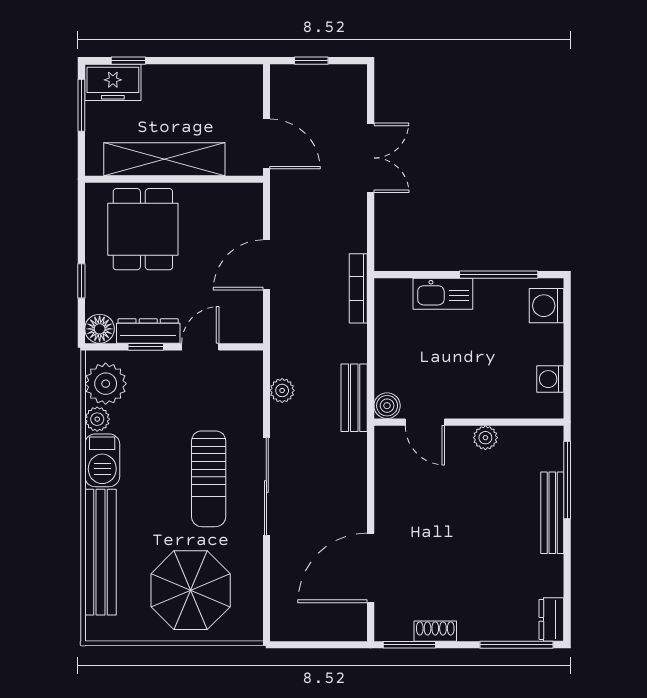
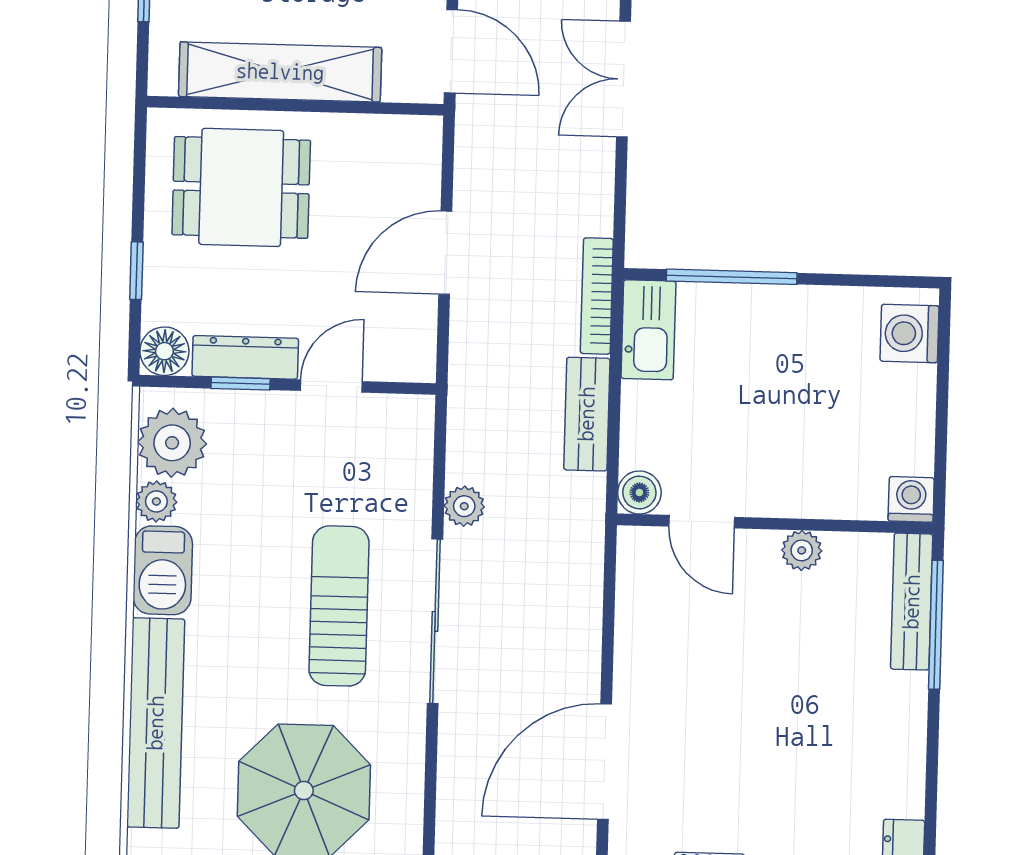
double door: (371, 158) -> (624, 79), swing flipped
dining table: (143, 229) -> (241, 187), turned 90
window: (499, 275) -> (732, 277), moved
kitchen sink: (443, 294) -> (648, 330), moved, turned -90
washing machine: (550, 379) -> (911, 499), moved, turned 90
plant: (282, 390) -> (464, 506), moved
bench: (354, 398) -> (587, 414), moved
sun lounger: (209, 479) -> (339, 606), turned 180
bench: (552, 513) -> (912, 602), moved

